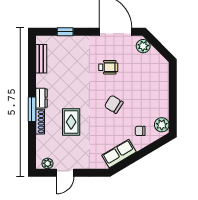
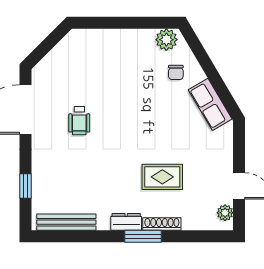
plant: (143, 46) -> (47, 68), removed
bench: (41, 59) -> (66, 222), width x1.36
wheelchair: (108, 67) -> (79, 121), turned 180
chair: (114, 104) -> (136, 112), removed

